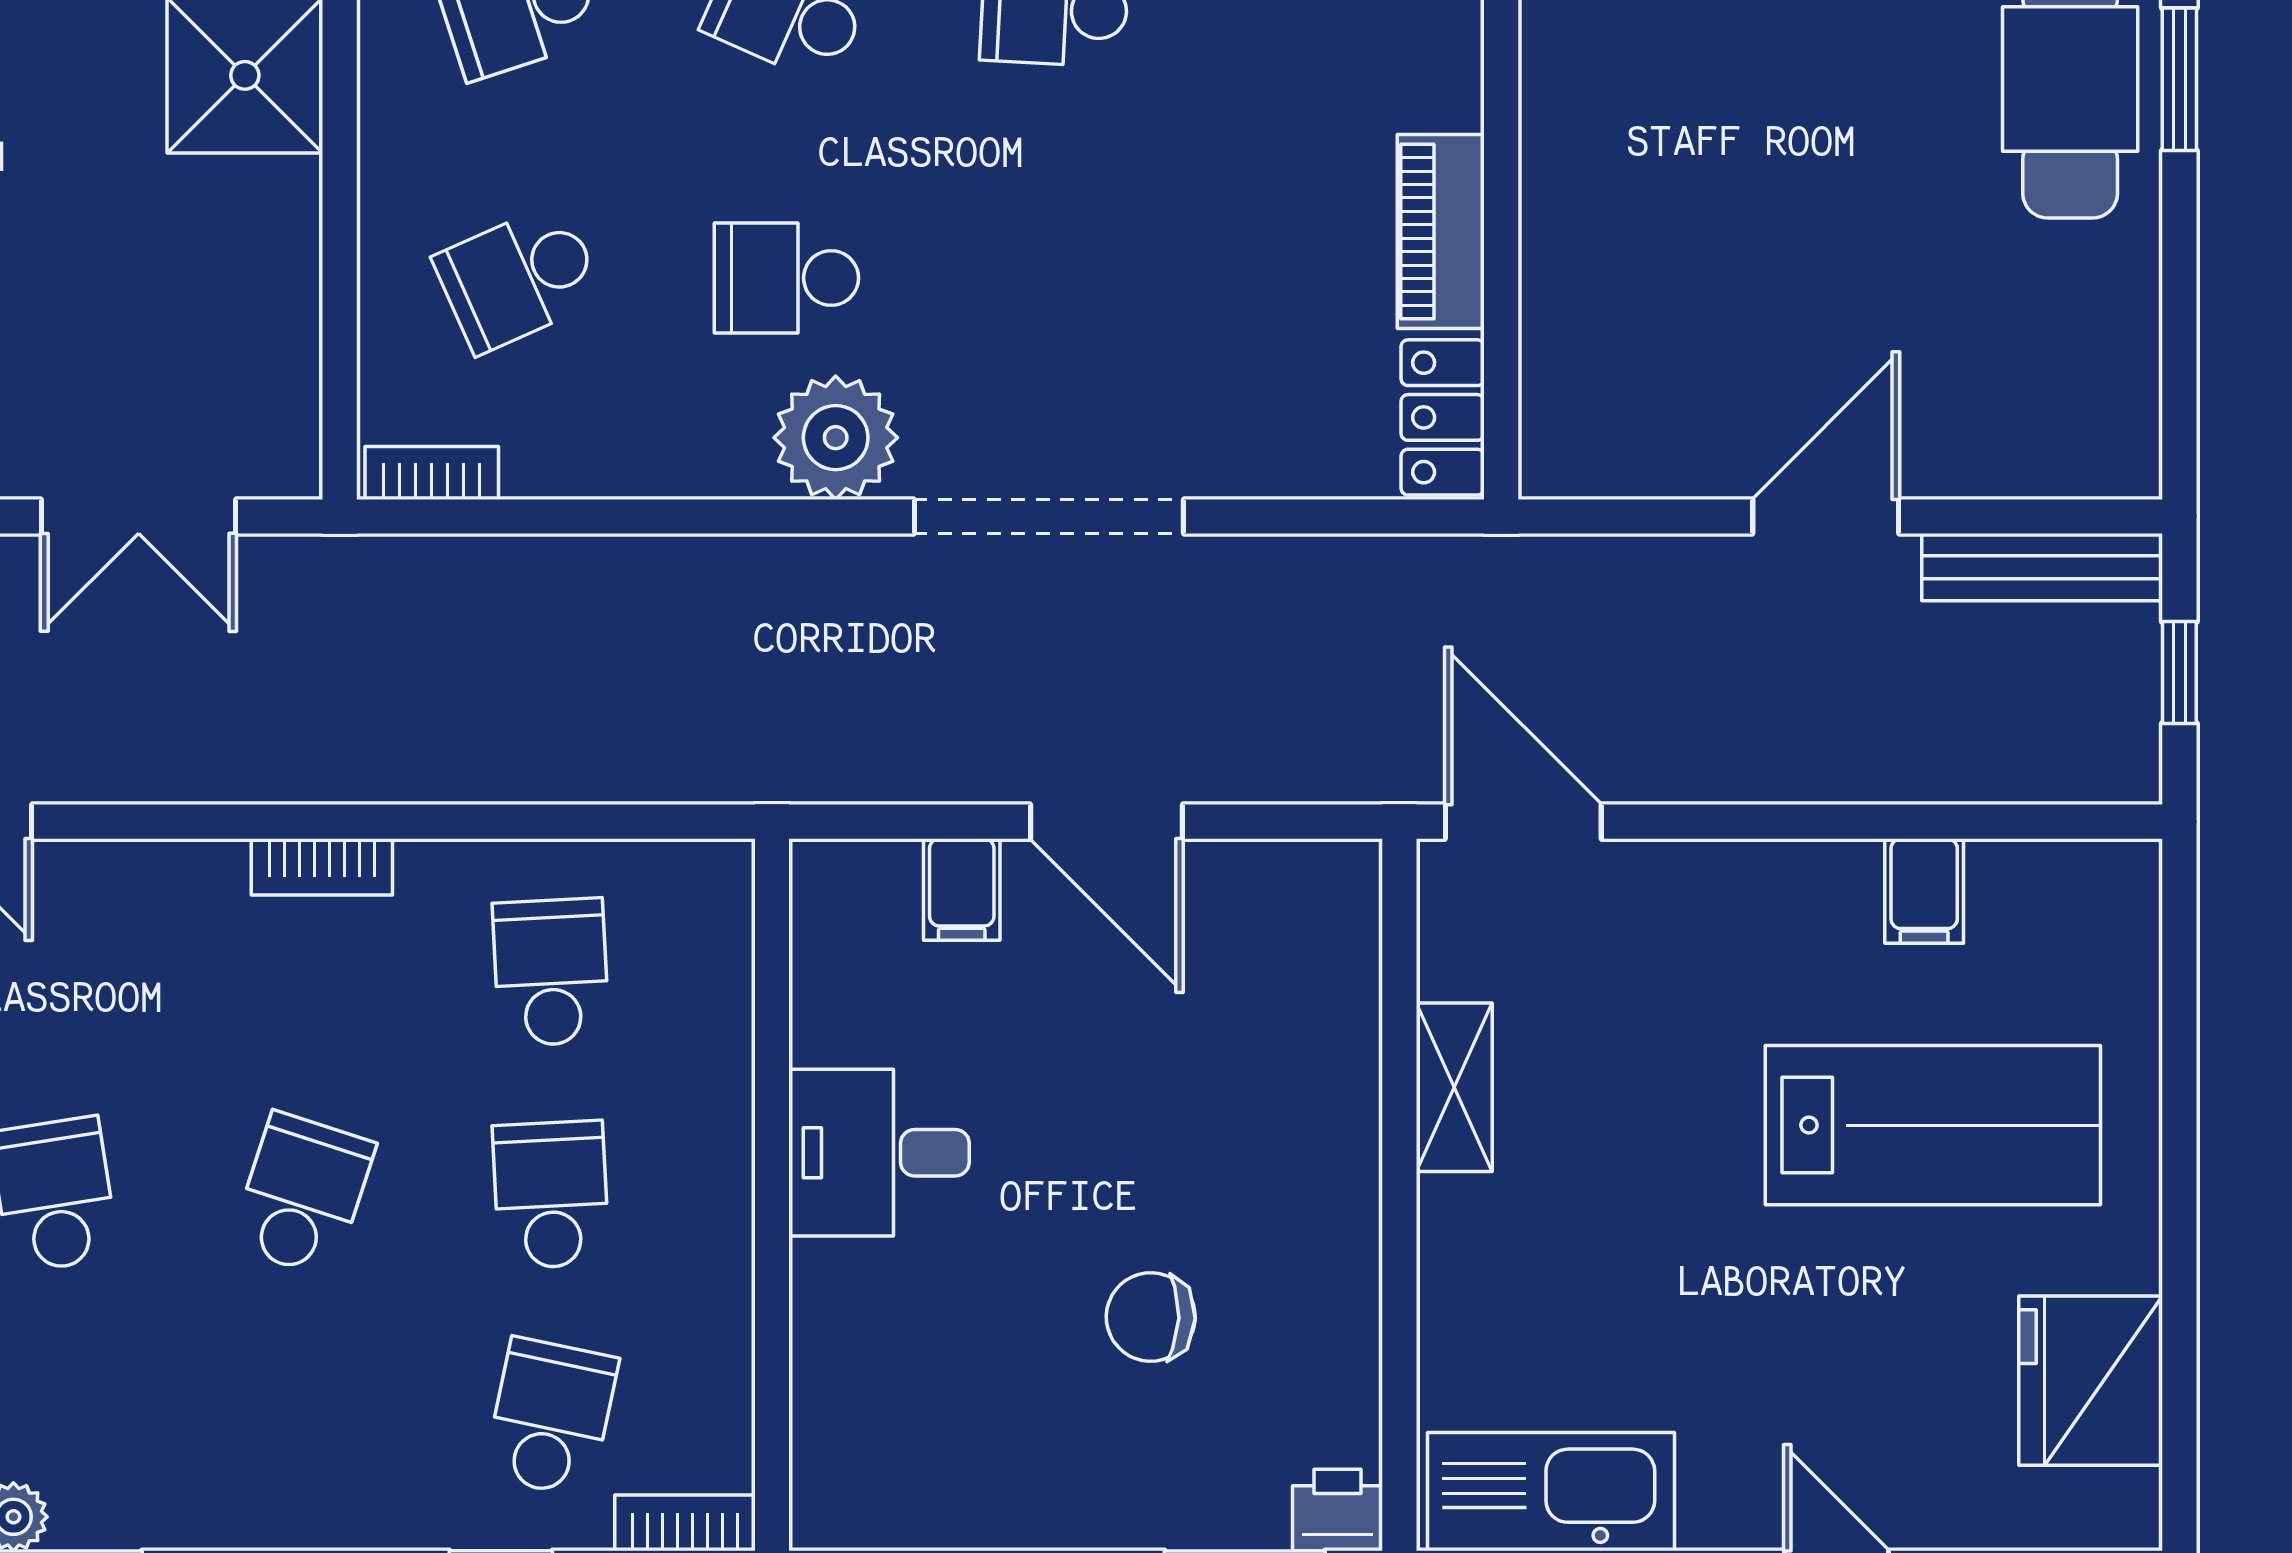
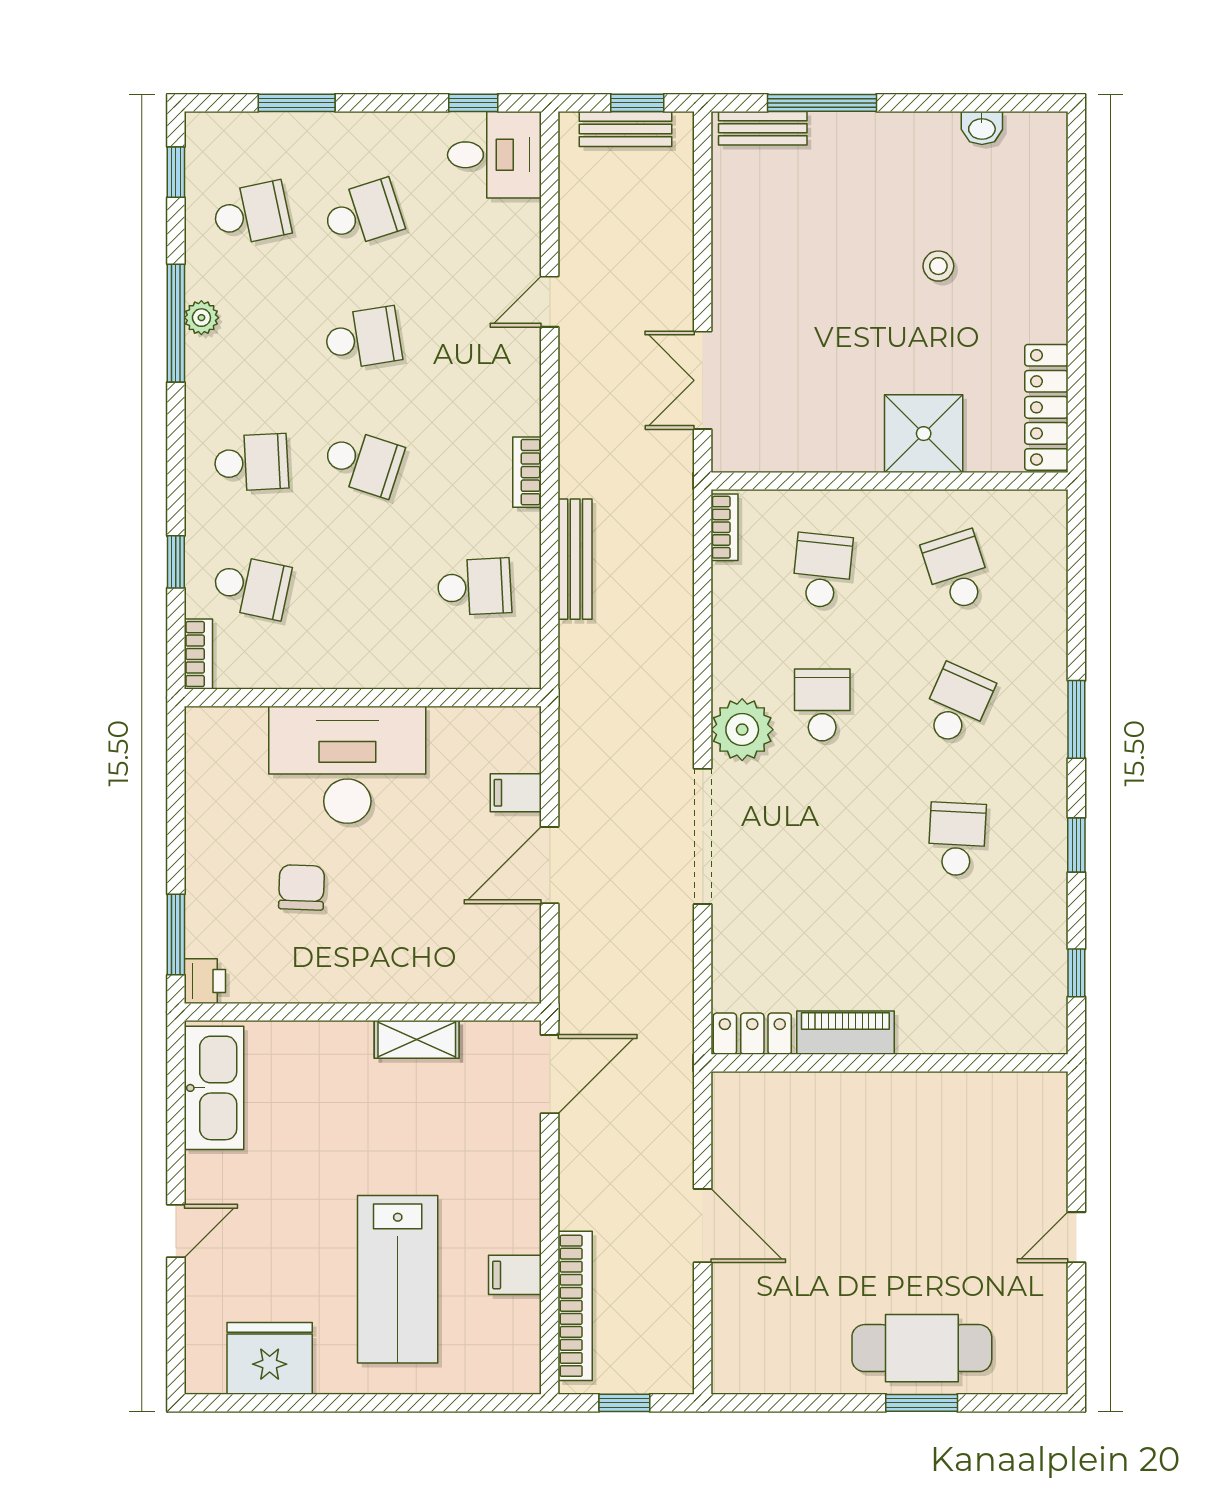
school desk: (518, 278) -> (822, 571), turned 30
bench: (2042, 567) -> (575, 559), moved
bookcase: (1986, 771) -> (575, 1306), added
desk: (879, 1153) -> (347, 765), width x1.87, depth x1.30
school desk: (551, 1195) -> (251, 462), moved

